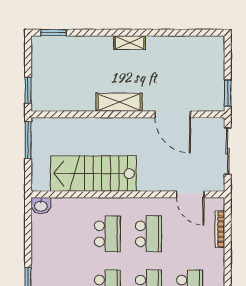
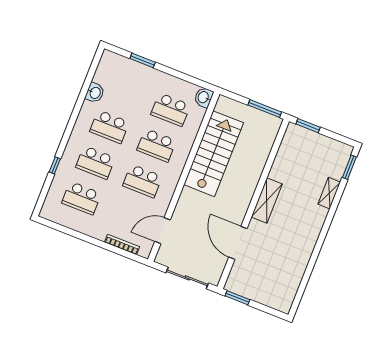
shelving: (130, 43) -> (329, 193), moved
door: (173, 114) -> (238, 243), hinge flipped
school desk: (66, 234) -> (171, 110), added

